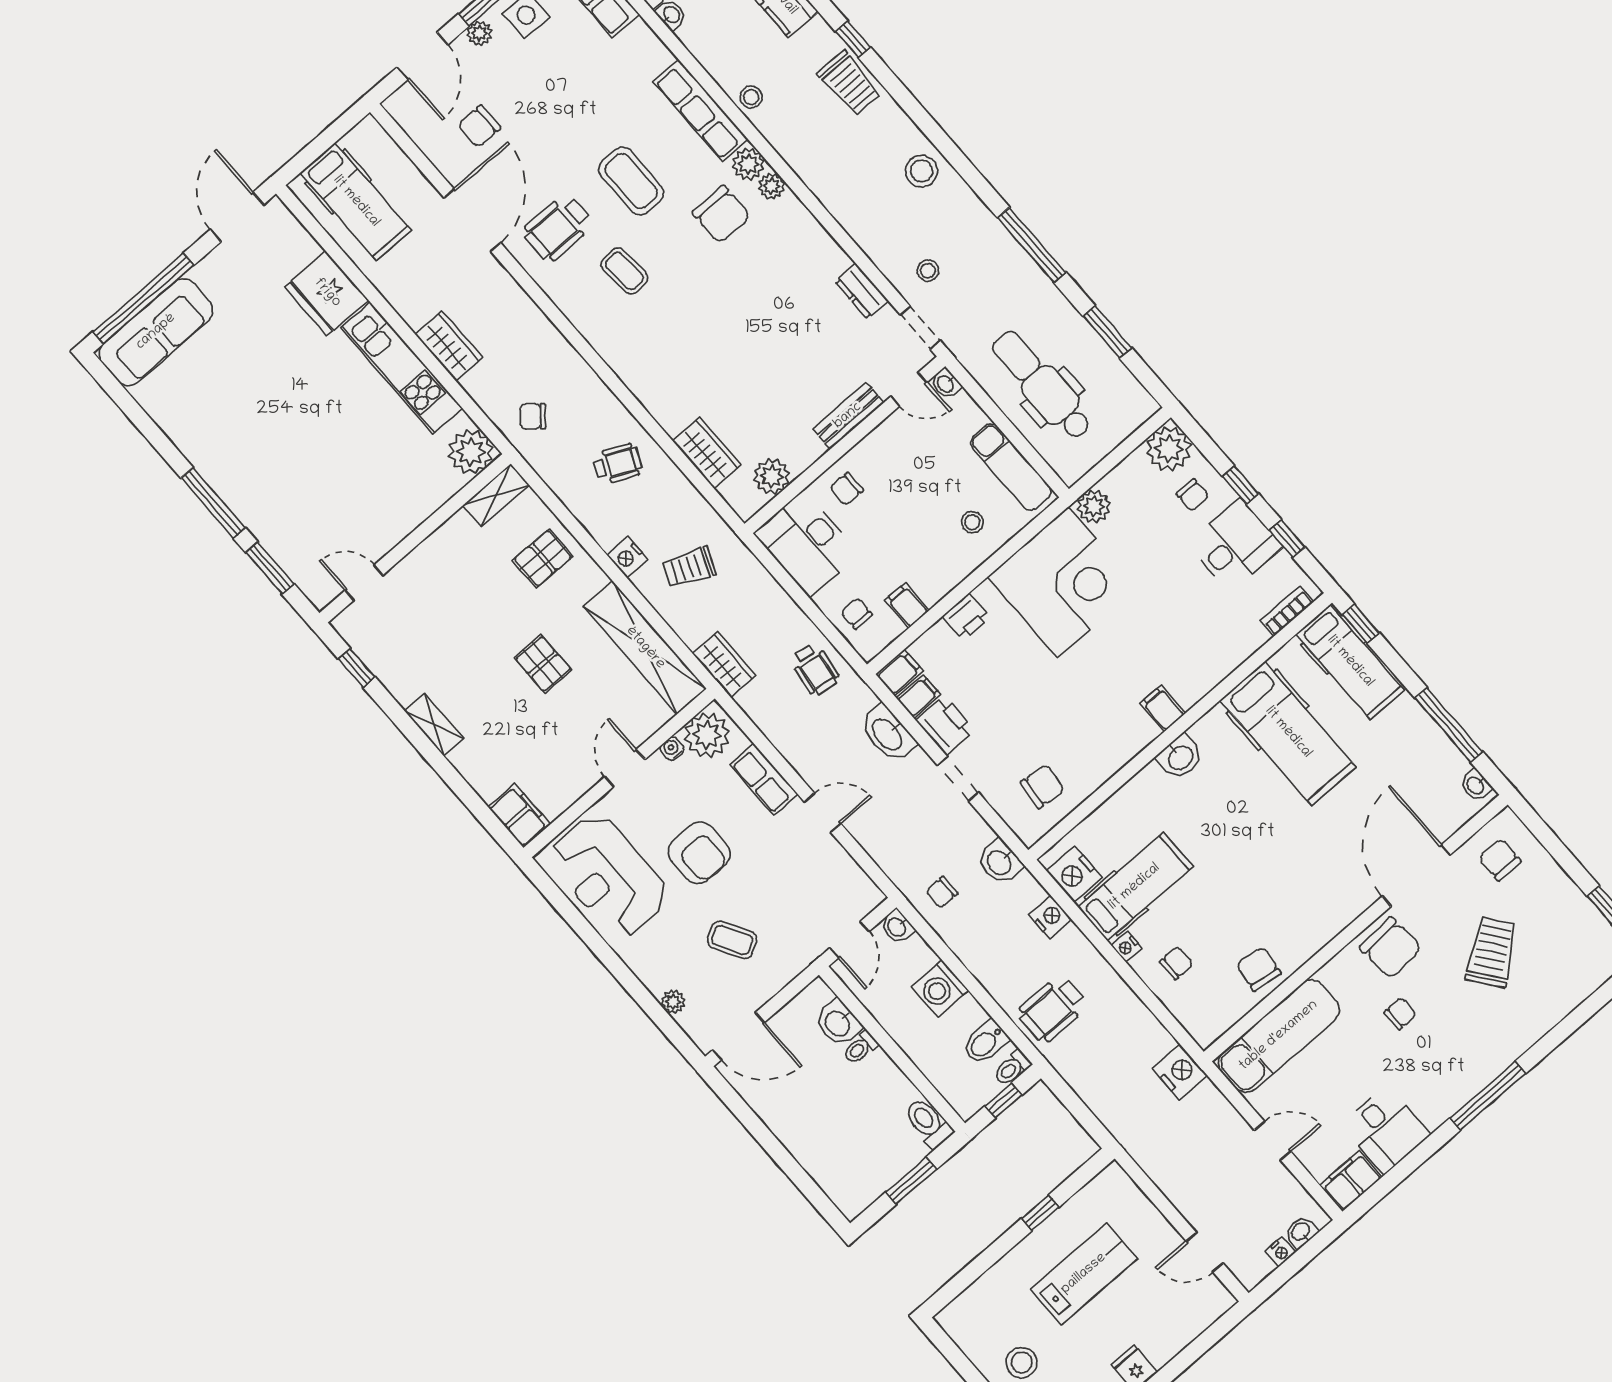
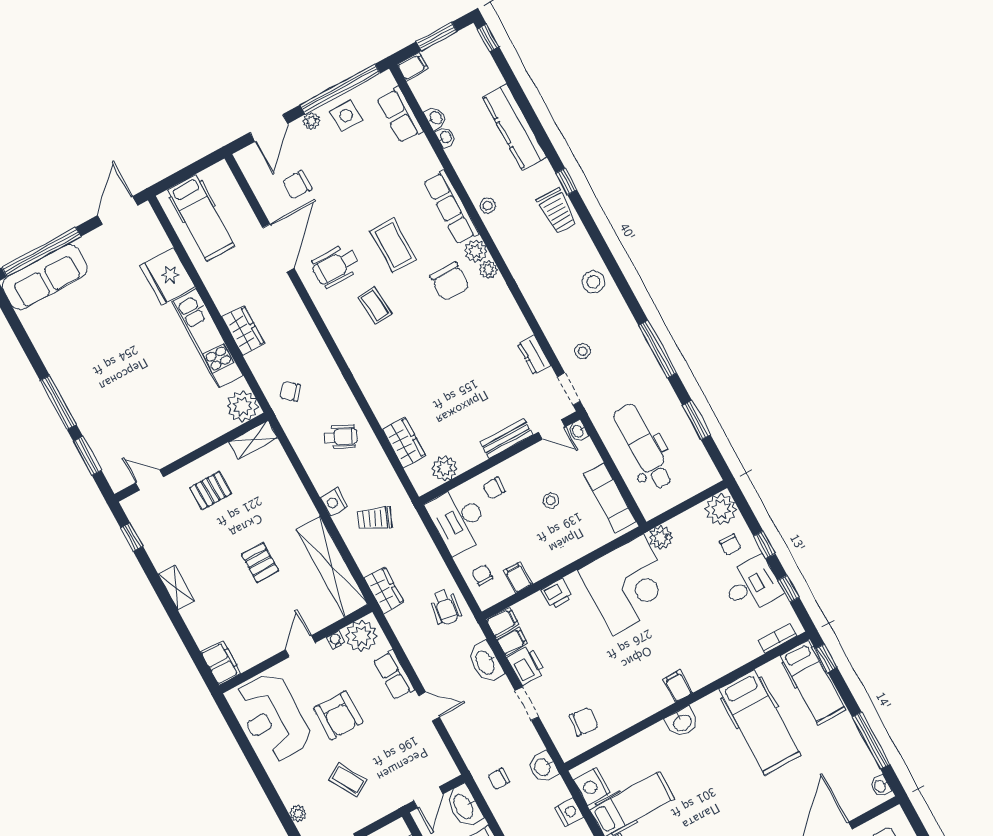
stool: (972, 522) -> (551, 500), moved
pallet: (543, 558) -> (210, 491), moved
washbasin: (897, 927) -> (464, 806), width x1.91, depth x1.45

